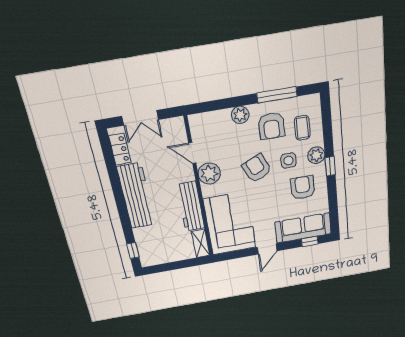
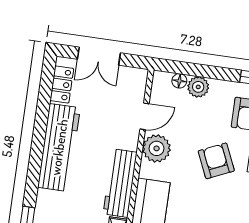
plant: (240, 115) -> (198, 87), moved
floor lamp: (210, 117) -> (179, 81), added
door: (192, 153) -> (145, 116), swing flipped

